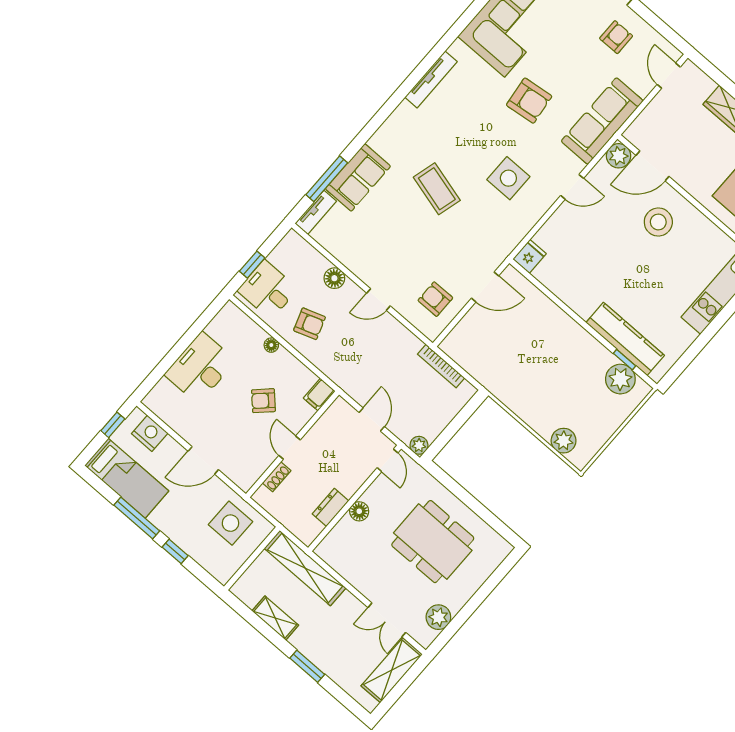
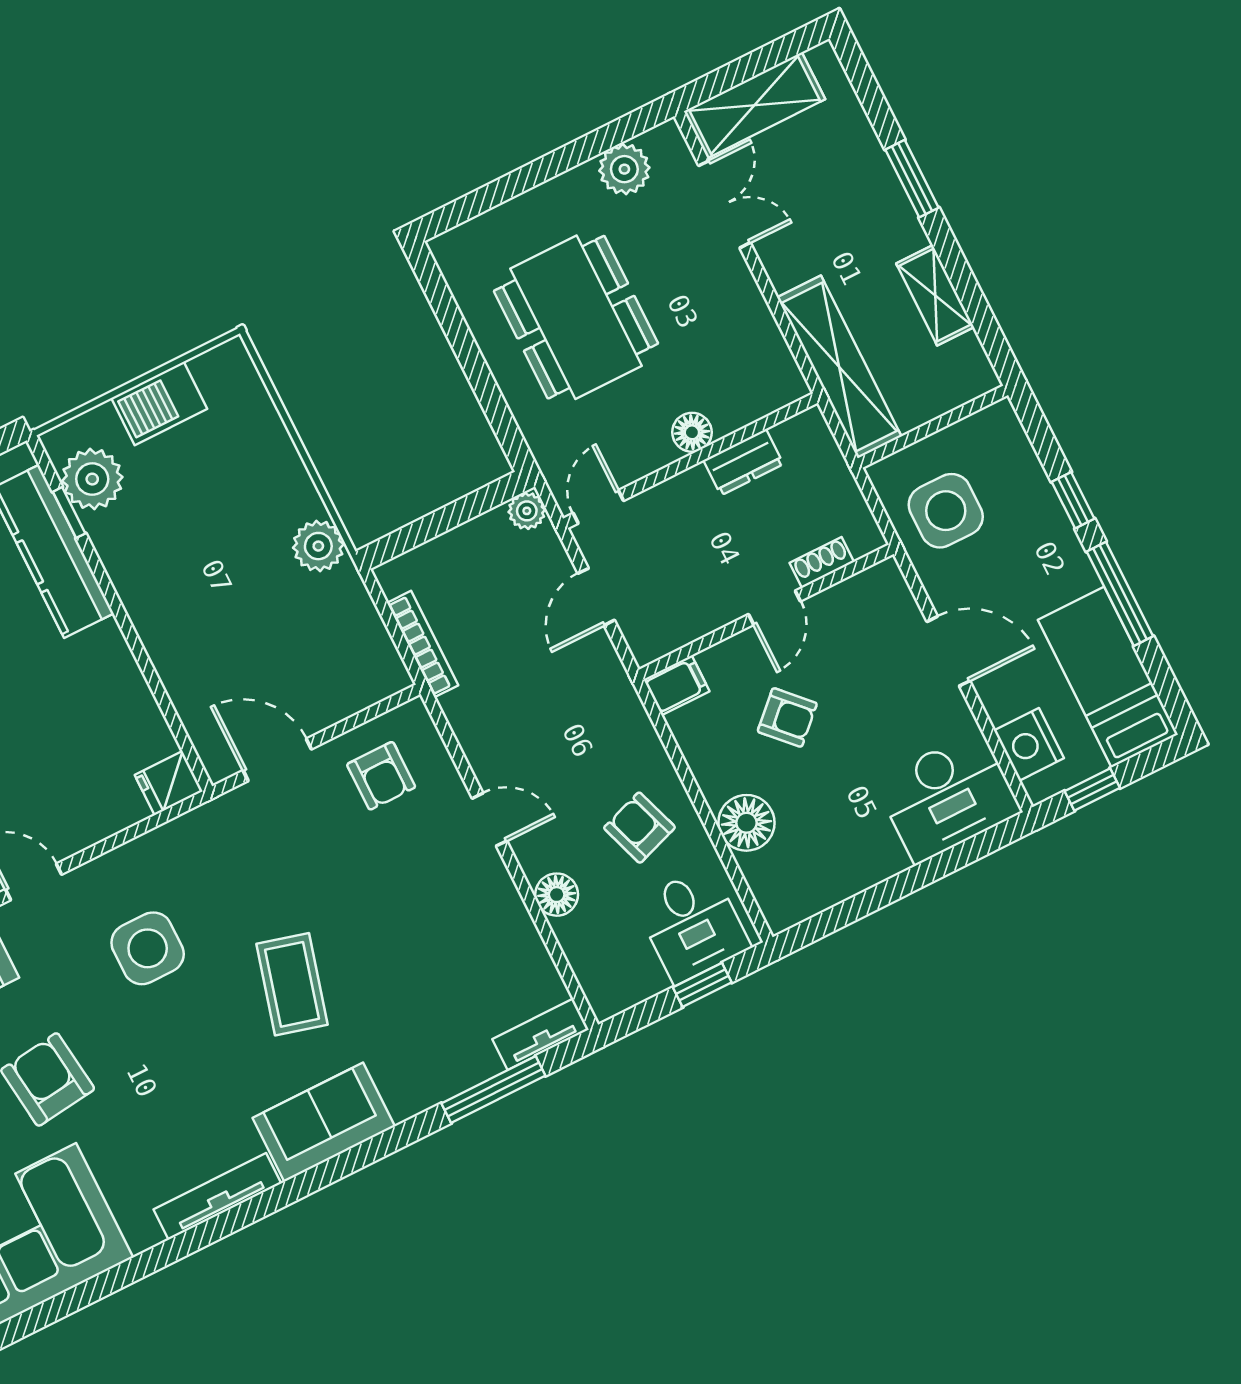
sofa: (358, 177) -> (324, 1122), moved
floor lamp: (271, 345) -> (746, 823), width x1.89, depth x1.89
desk: (200, 368) -> (948, 797), moved
barbecue: (604, 425) -> (159, 403), added
plant: (564, 441) -> (318, 546), moved

